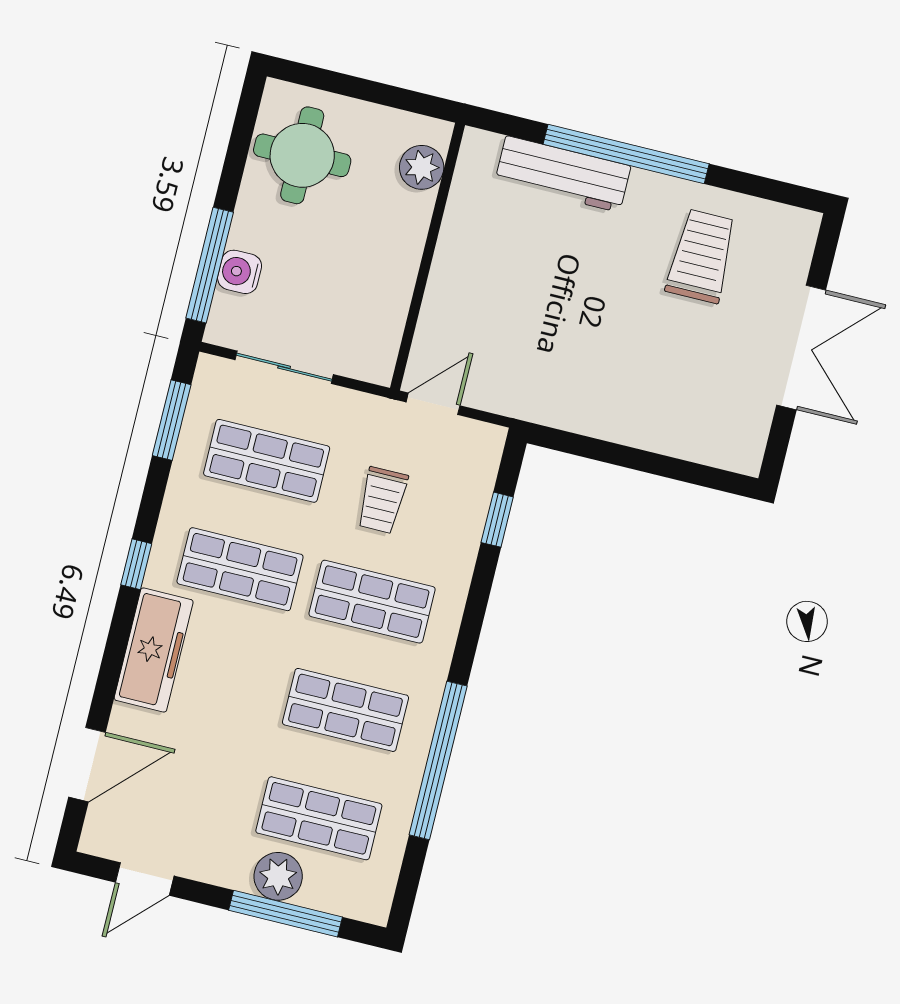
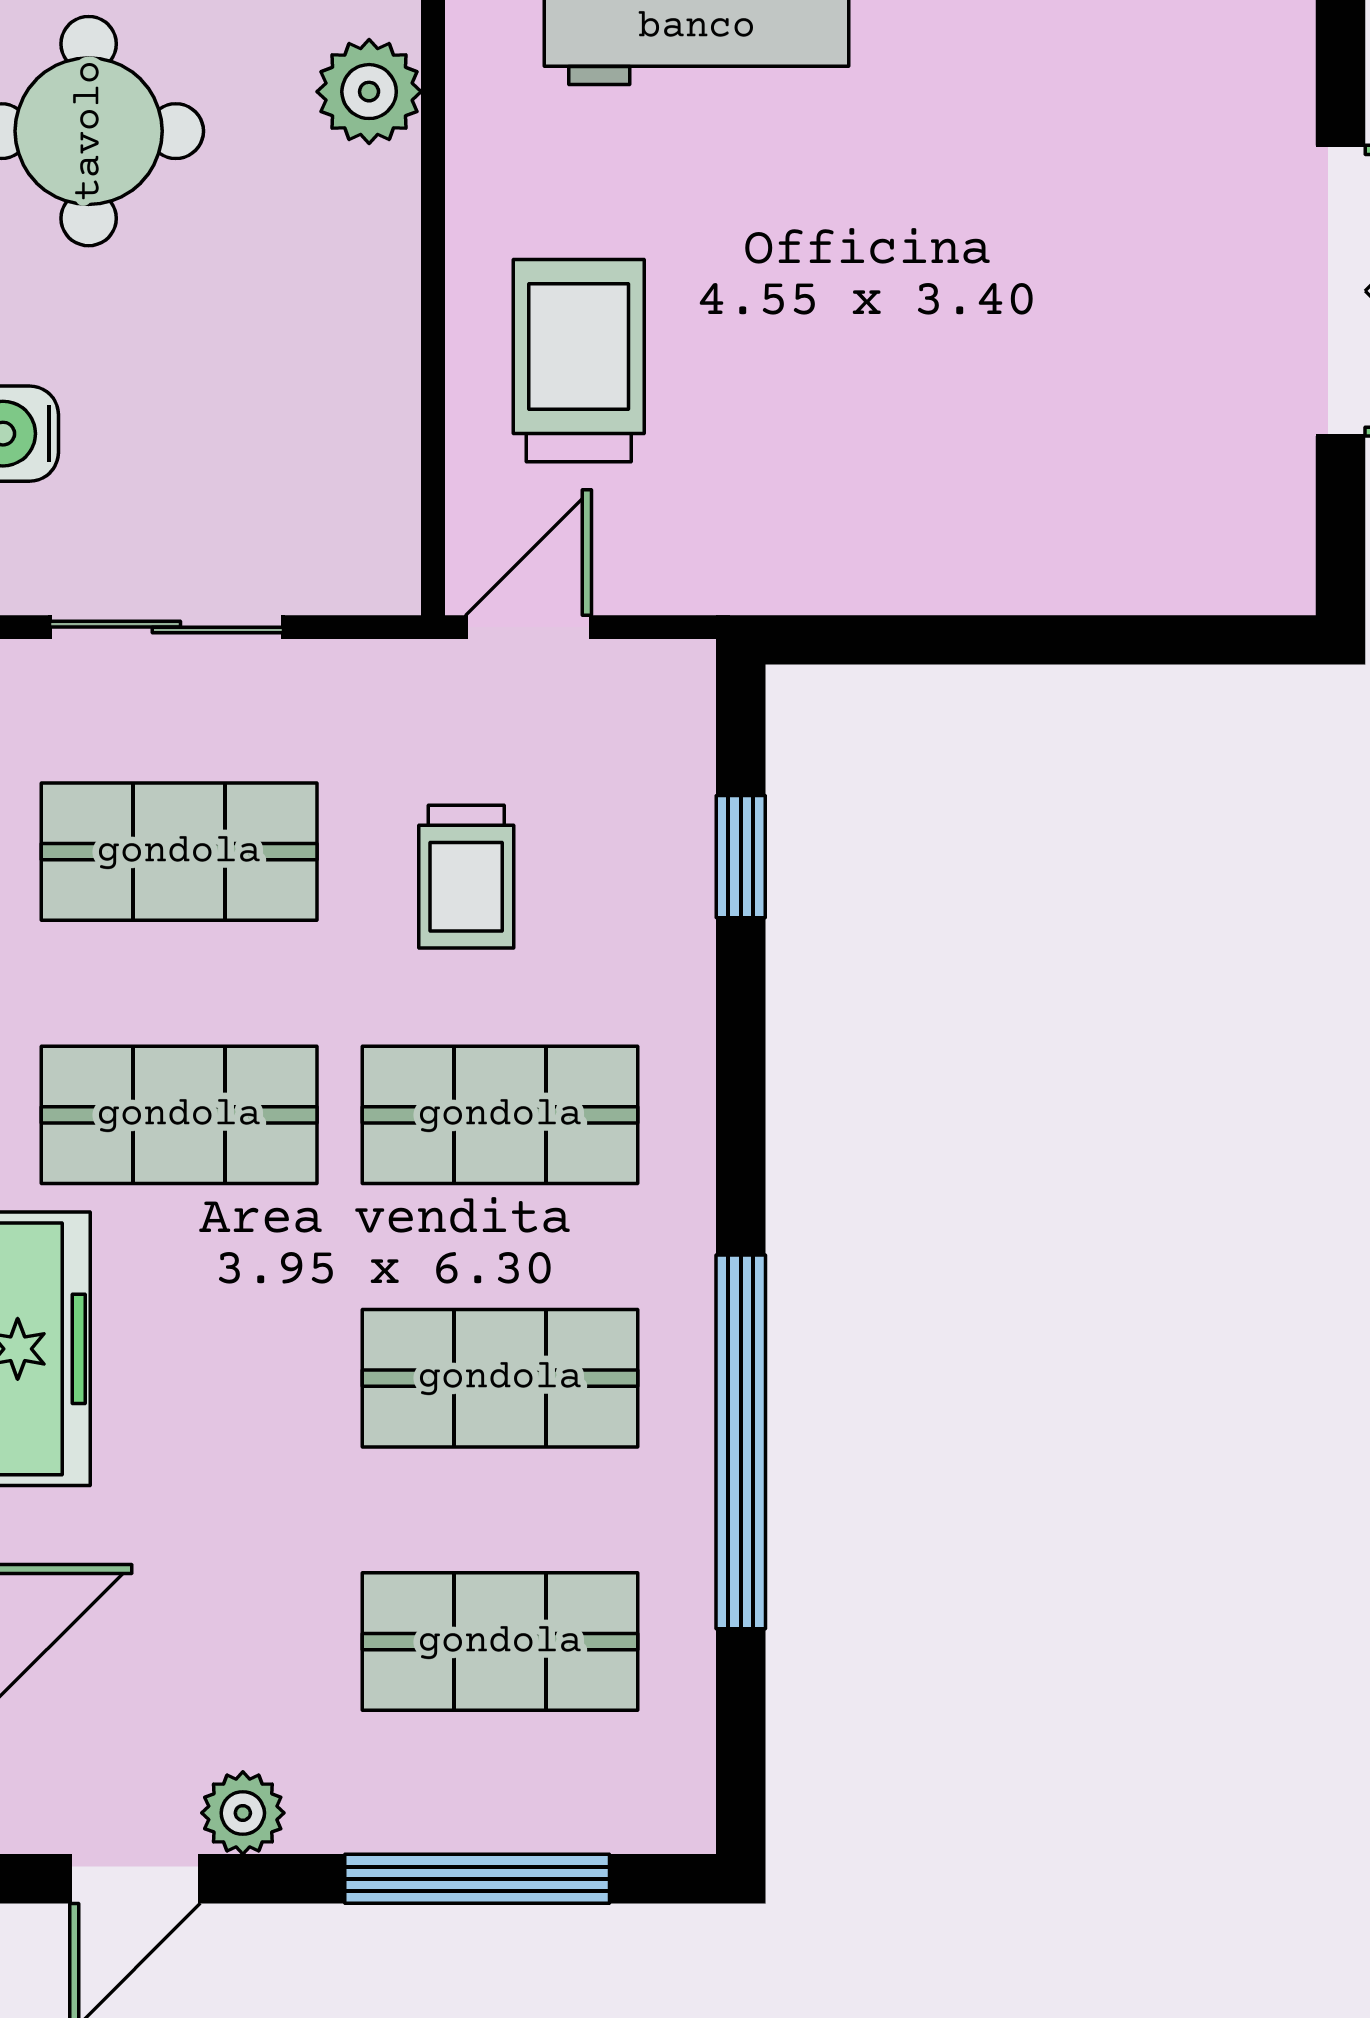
trolley: (701, 256) -> (579, 361), moved
plant: (278, 876) -> (243, 1813), moved, width x0.73, depth x0.73

